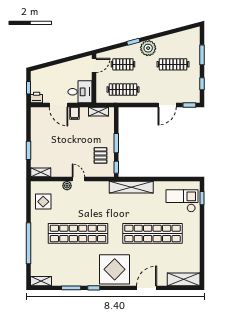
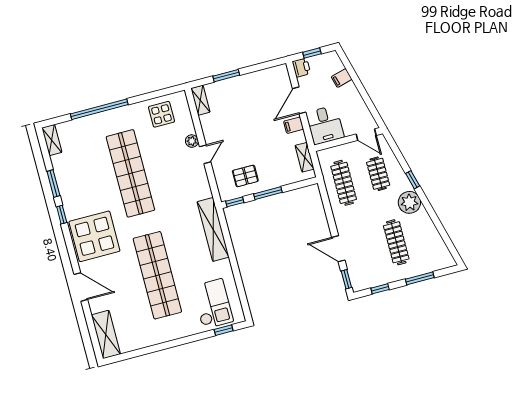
filing cabinet: (51, 72) -> (342, 78), added

